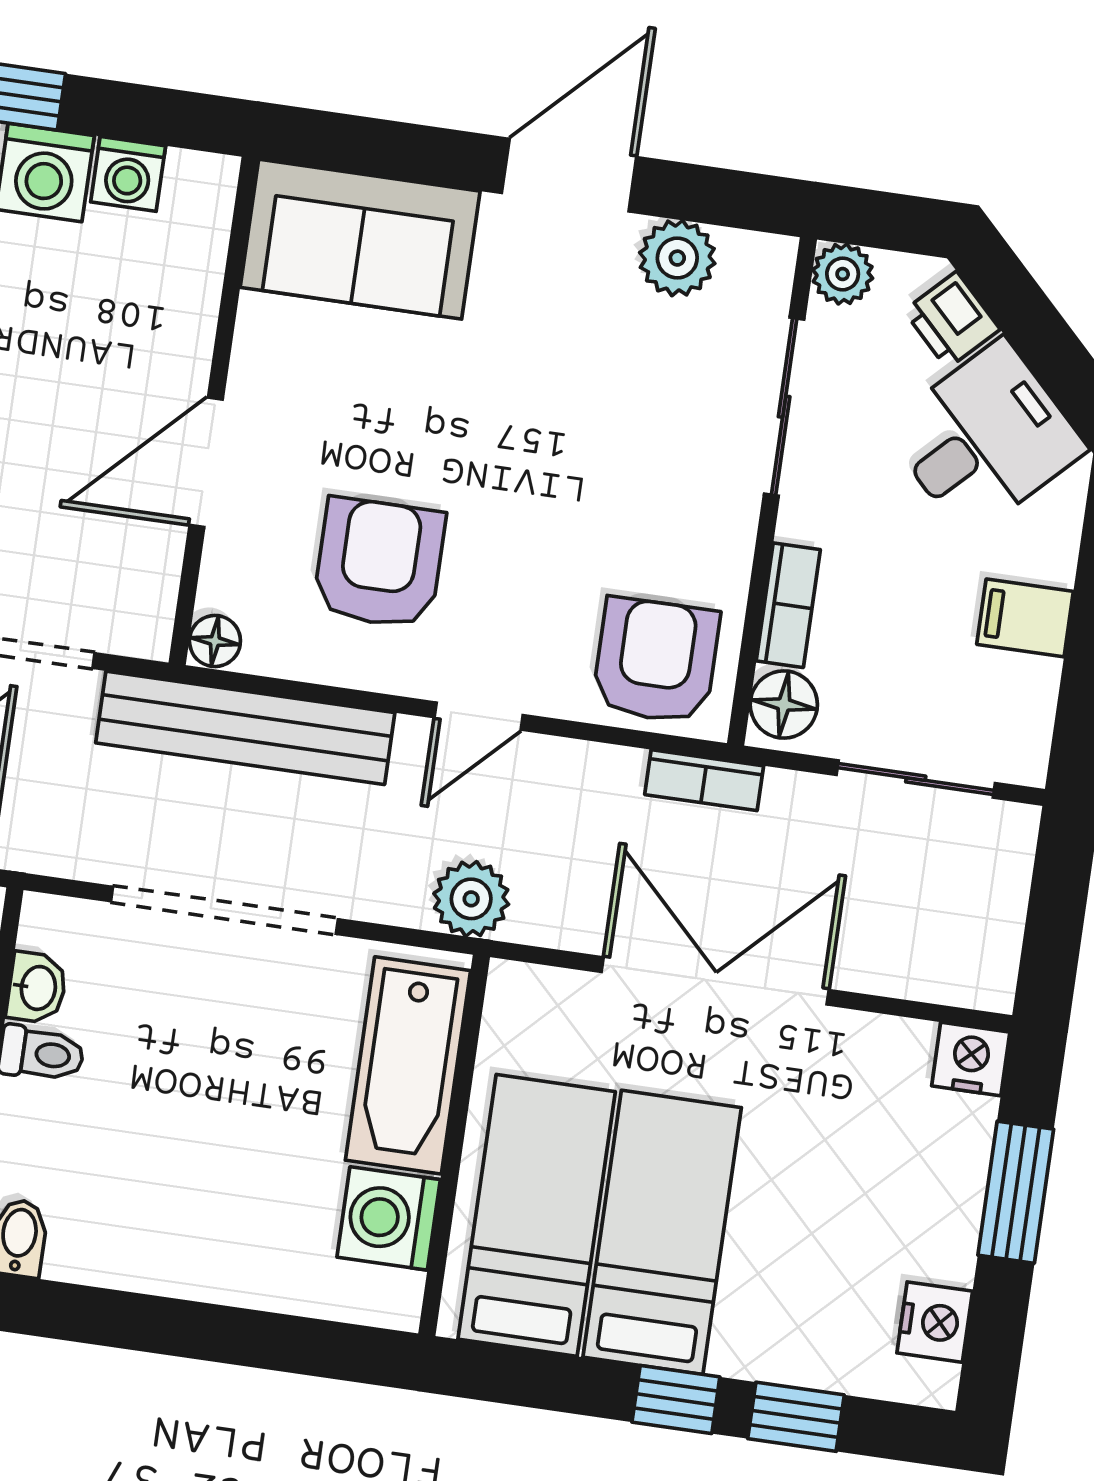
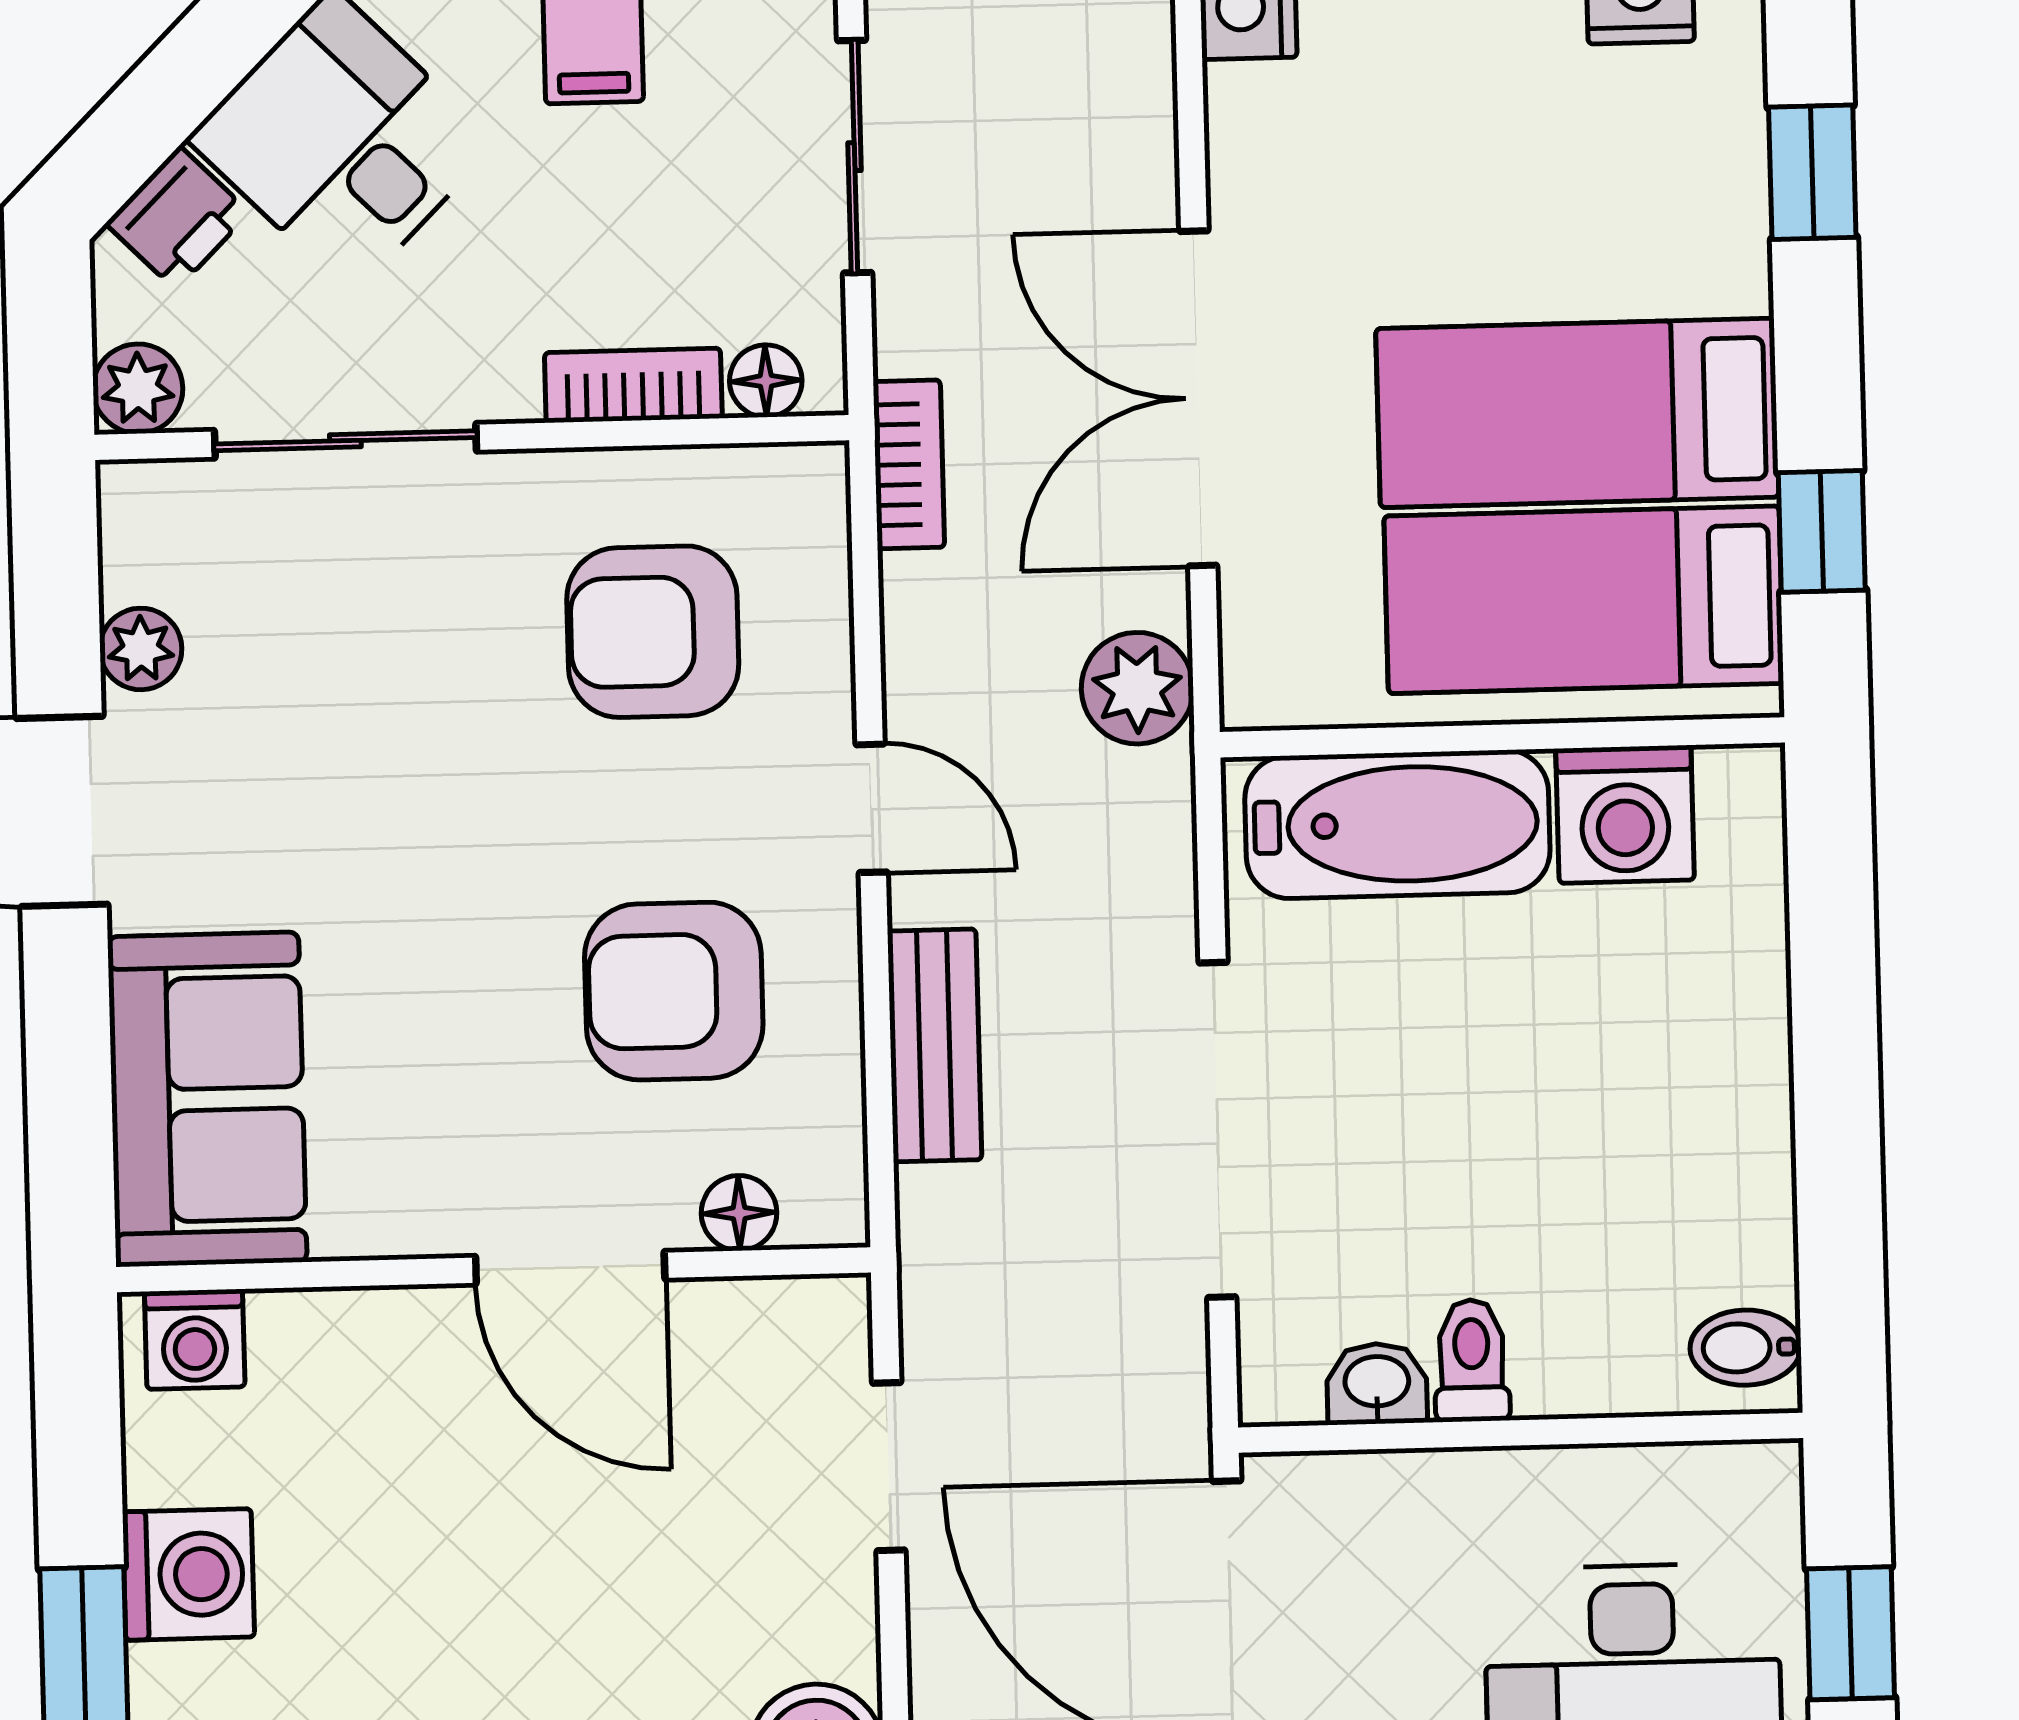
washing machine: (128, 174) -> (195, 1339), moved, turned 90
plant: (677, 258) -> (141, 649), width x0.73, depth x0.73
floor lamp: (215, 641) -> (739, 1213), moved
armchair: (656, 661) -> (653, 632), moved
floor lamp: (784, 704) -> (766, 381), width x0.73, depth x0.73
bench: (245, 728) -> (935, 1045), width x0.54, depth x0.82
plant: (471, 899) -> (1137, 688), moved
window: (676, 1399) -> (1822, 531), moved

